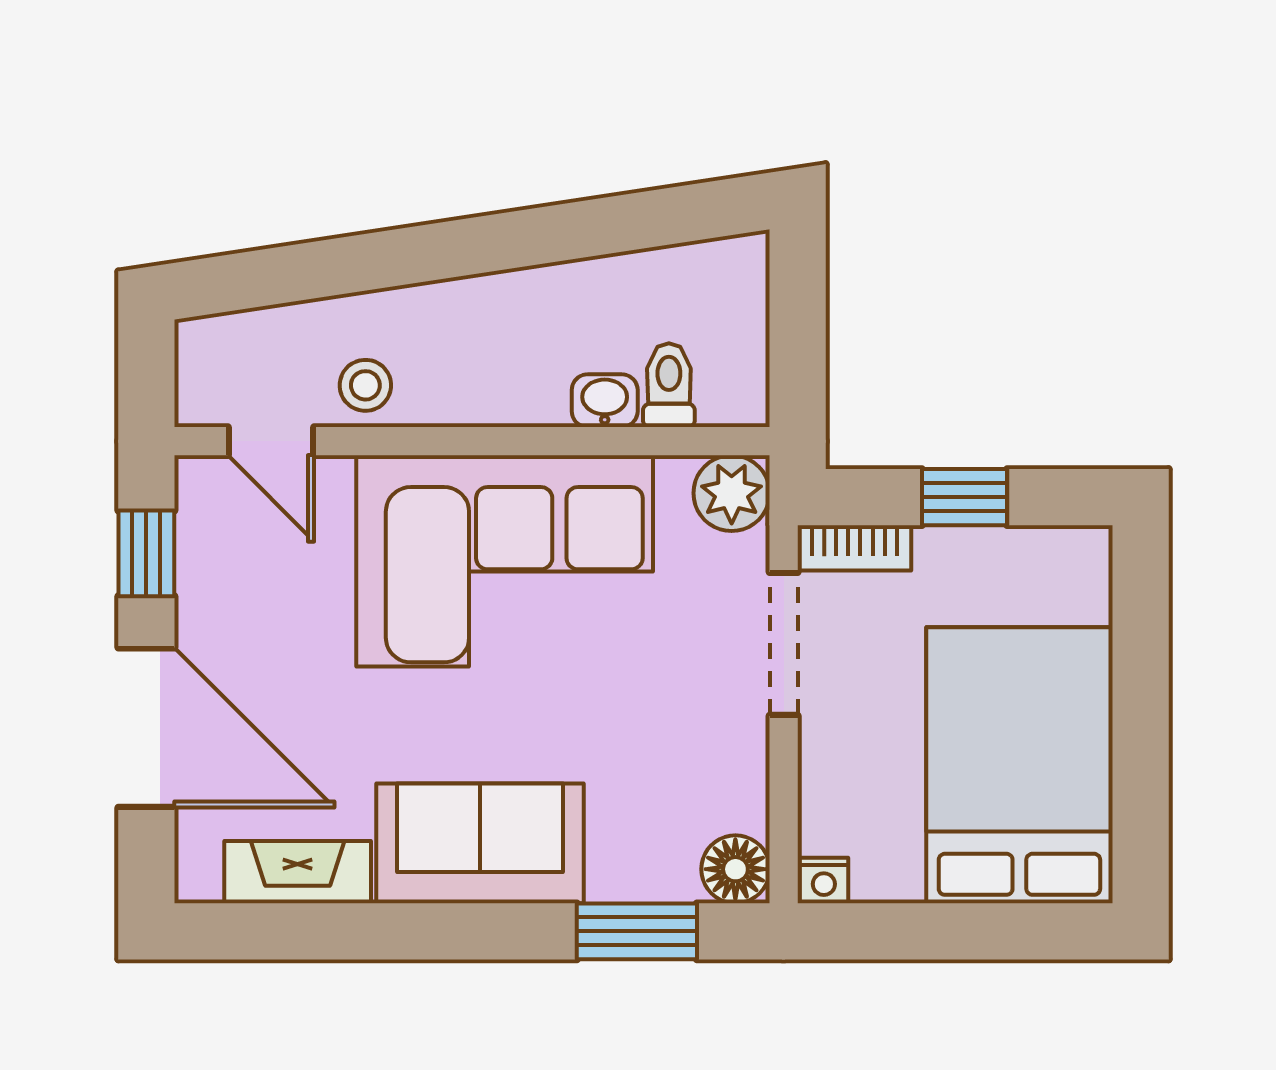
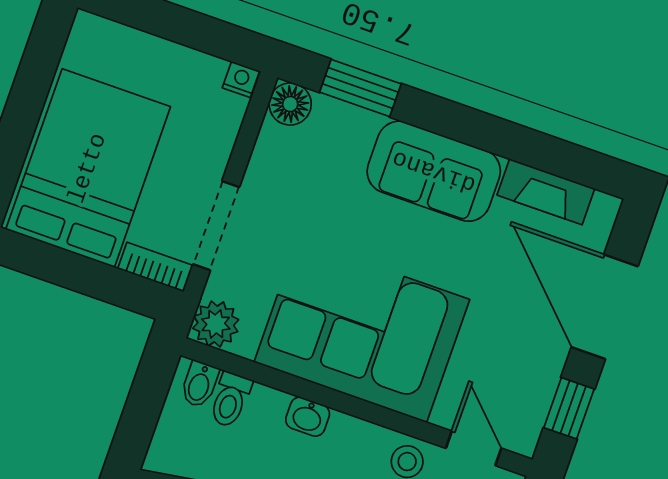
bidet: (724, 392) -> (200, 384), added
washbasin: (605, 401) -> (308, 417), moved
window: (964, 497) -> (81, 274), removed
bed: (1019, 765) -> (88, 168), moved, turned 180

